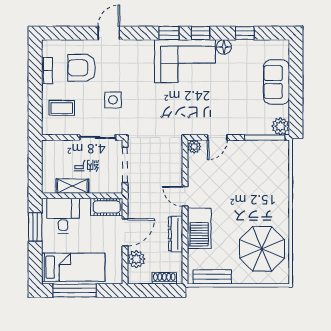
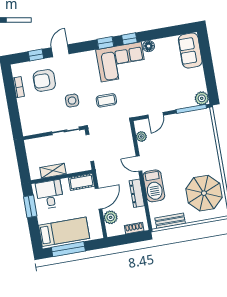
window: (245, 33) -> (36, 55), moved
sofa: (276, 82) -> (190, 50), moved
coffee table: (62, 108) -> (106, 100), moved
plant: (194, 147) -> (141, 136), moved

